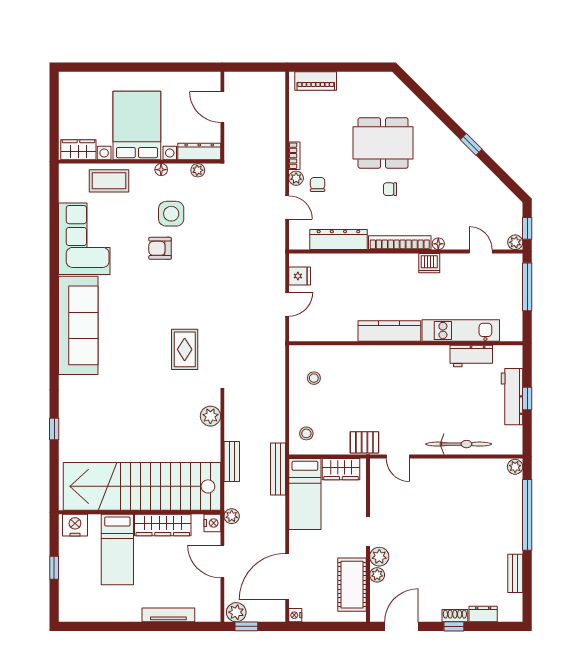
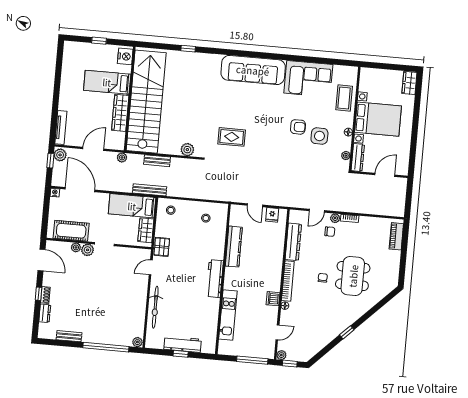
wardrobe: (78, 150) -> (409, 83), moved, turned 180
armchair: (160, 248) -> (298, 127), turned 90
kitchen counter: (389, 331) -> (234, 247), moved
workbench: (471, 356) -> (215, 279), moved, width x1.38
nightstand: (212, 523) -> (119, 145), removed
tv unit: (168, 615) -> (61, 128), moved

